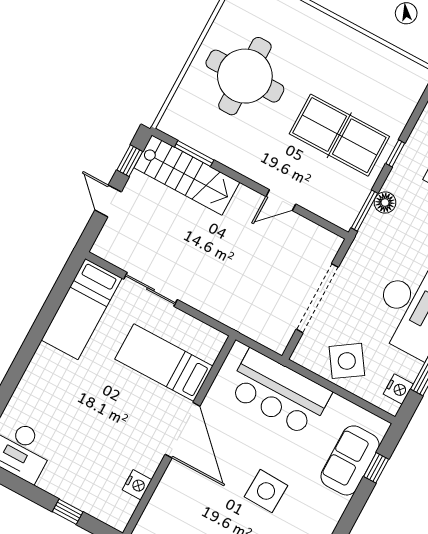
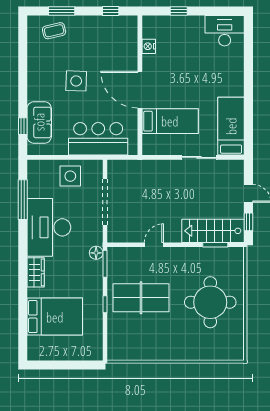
floor lamp: (385, 203) -> (96, 253), moved
side table: (347, 361) -> (70, 176), turned 34
nightstand: (398, 389) -> (34, 176), removed

